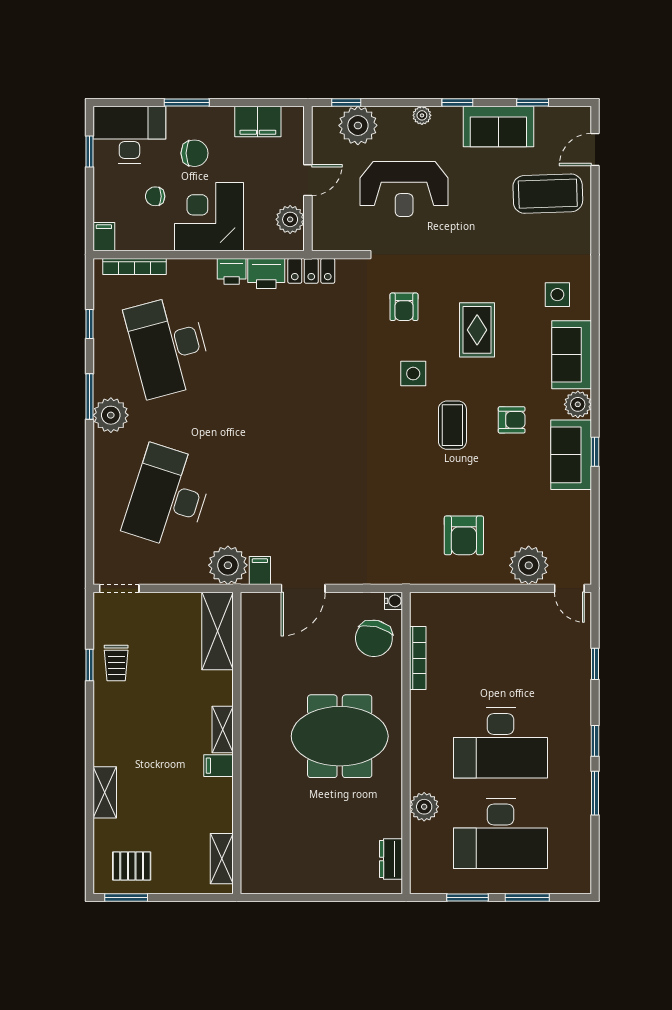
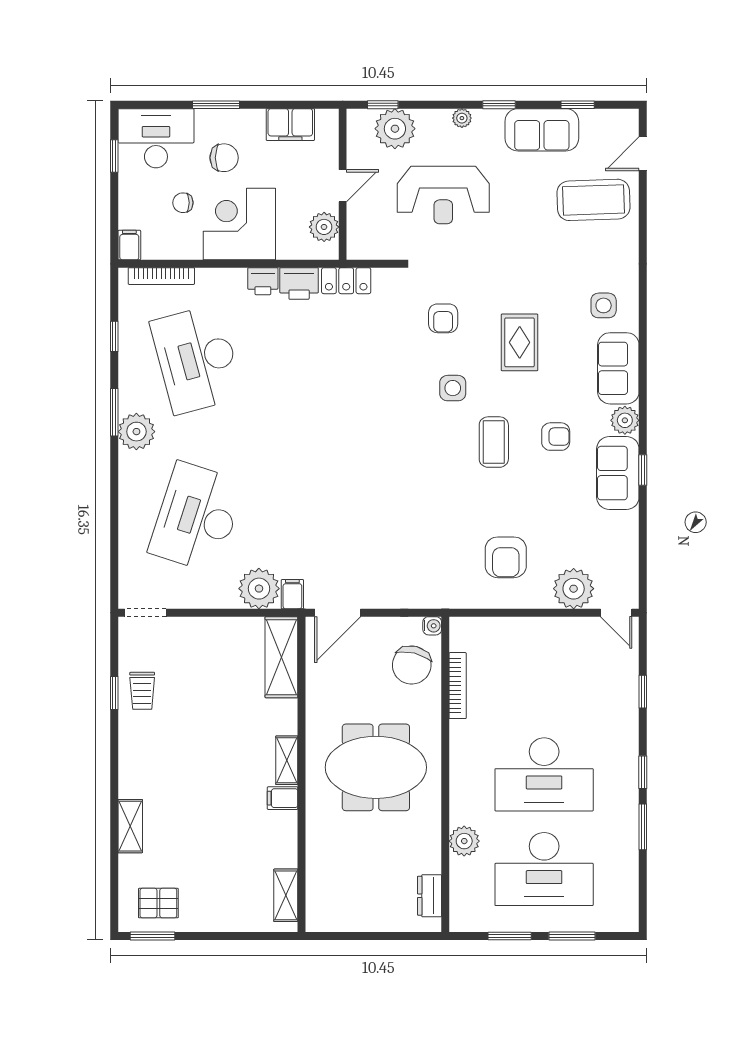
shelving: (218, 631) -> (281, 657), moved
shelving: (223, 729) -> (287, 760), moved
wall: (237, 743) -> (302, 774), moved
filing cabinet: (219, 766) -> (283, 798), moved
shelving: (222, 859) -> (286, 895), moved

